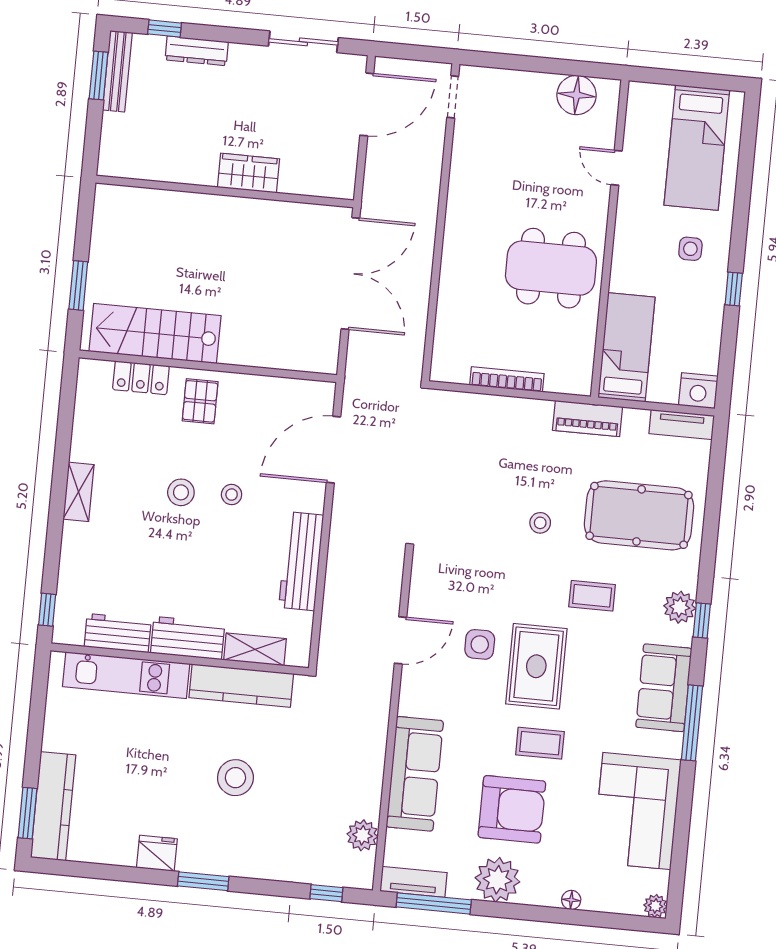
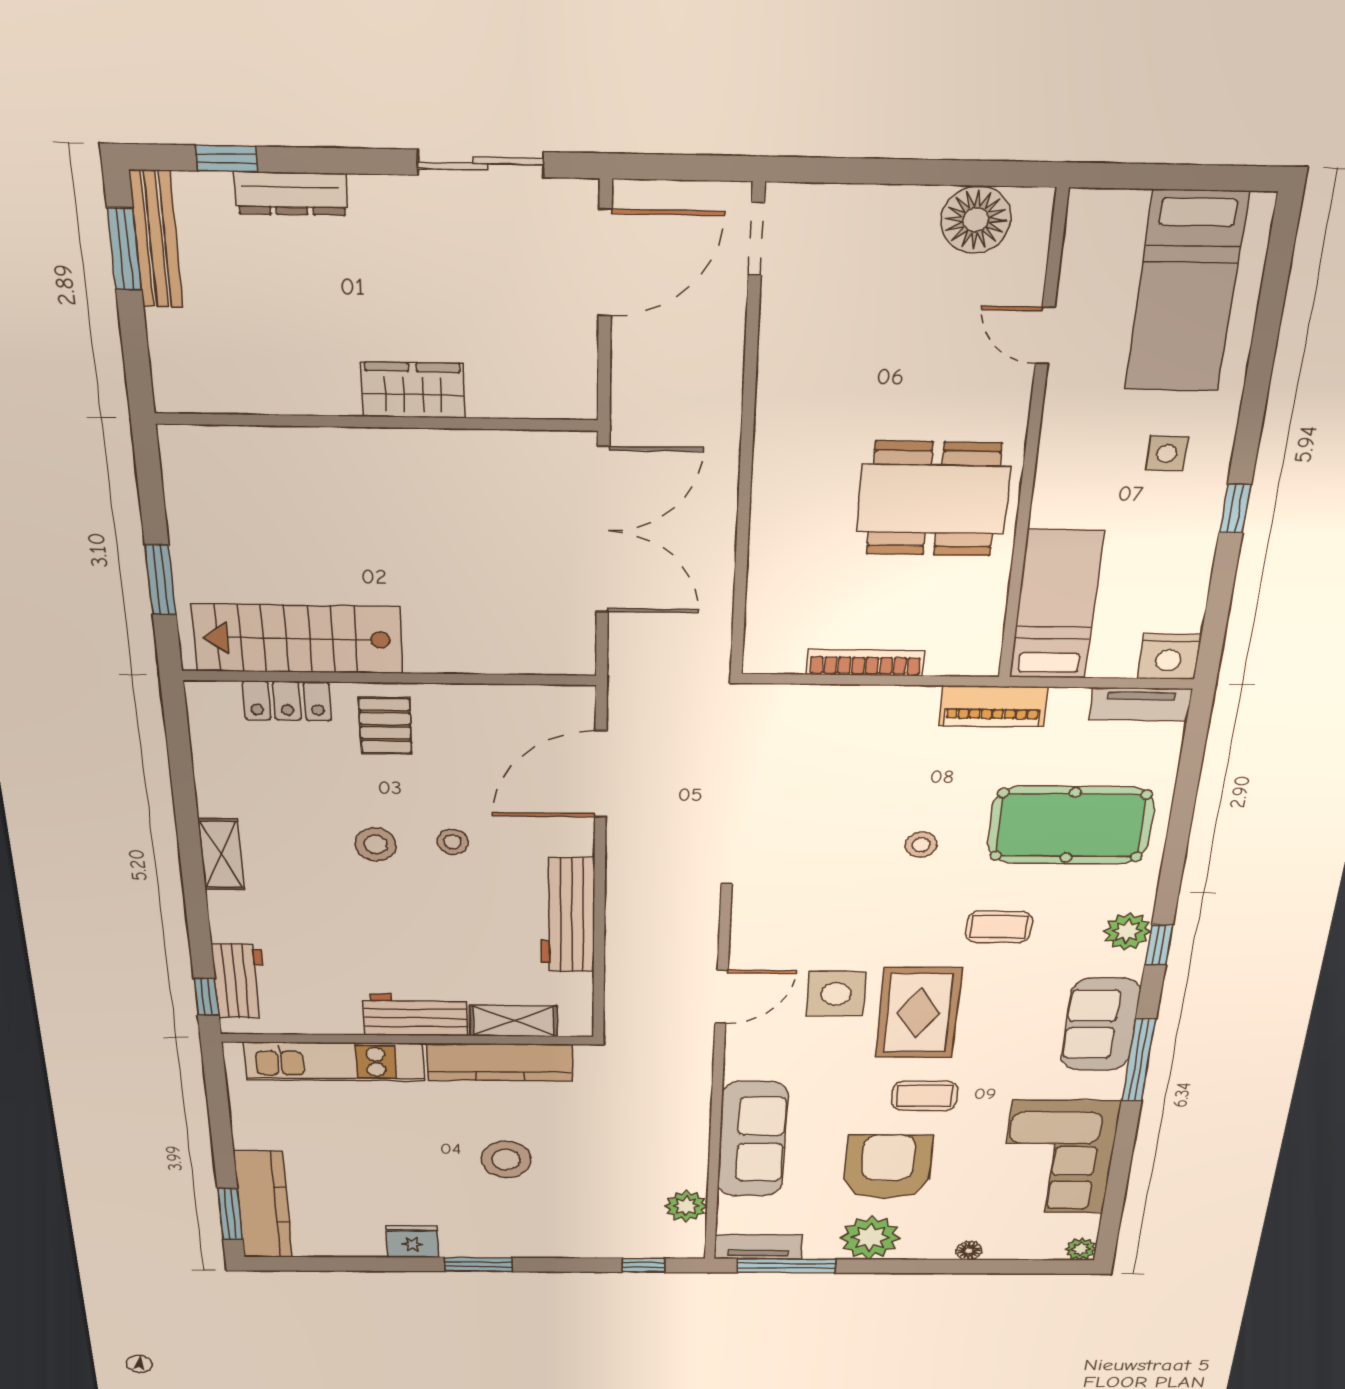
workbench: (118, 633) -> (239, 981), moved, turned 90
side table: (480, 644) -> (836, 994), width x1.37, depth x1.37
armchair: (512, 809) -> (888, 1167), turned -90

